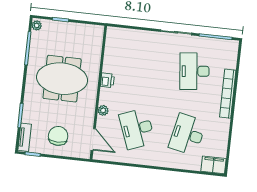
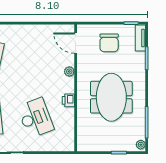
meeting table: (62, 79) -> (111, 97), turned 90
desk: (137, 129) -> (35, 118), moved

